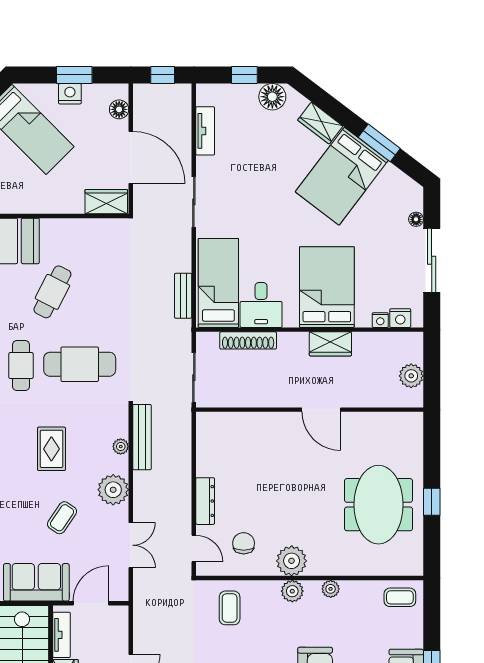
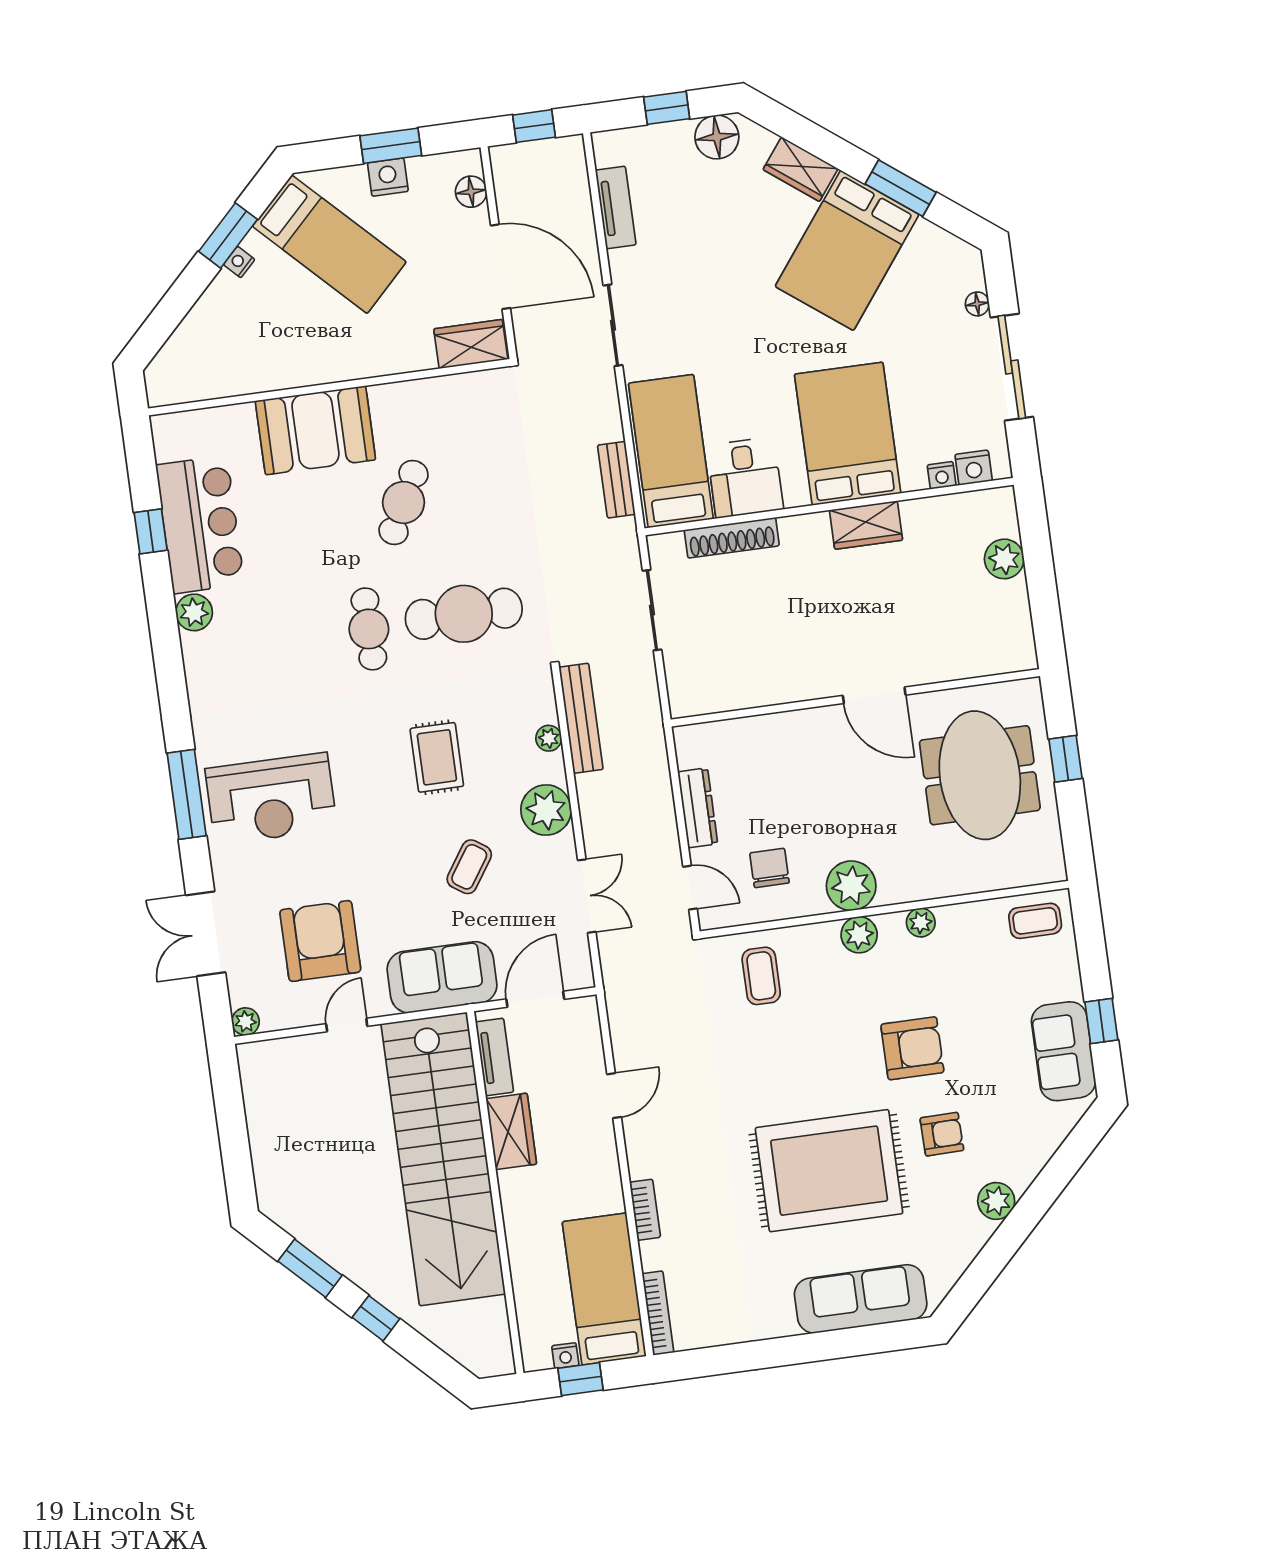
wall: (310, 410) -> (855, 698), moved
door: (321, 410) -> (874, 695), moved

